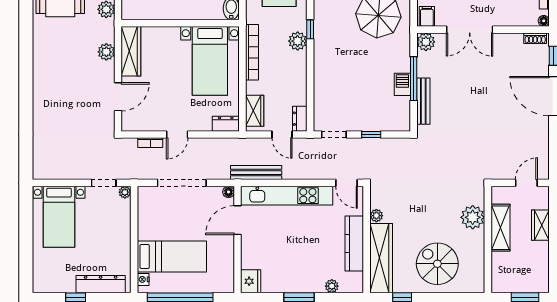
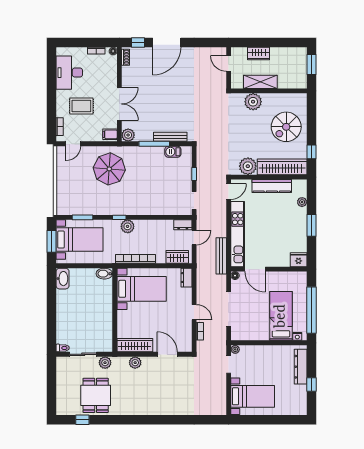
barbecue: (402, 84) -> (173, 152), moved
plant: (376, 216) -> (248, 166), width x1.88, depth x1.88

